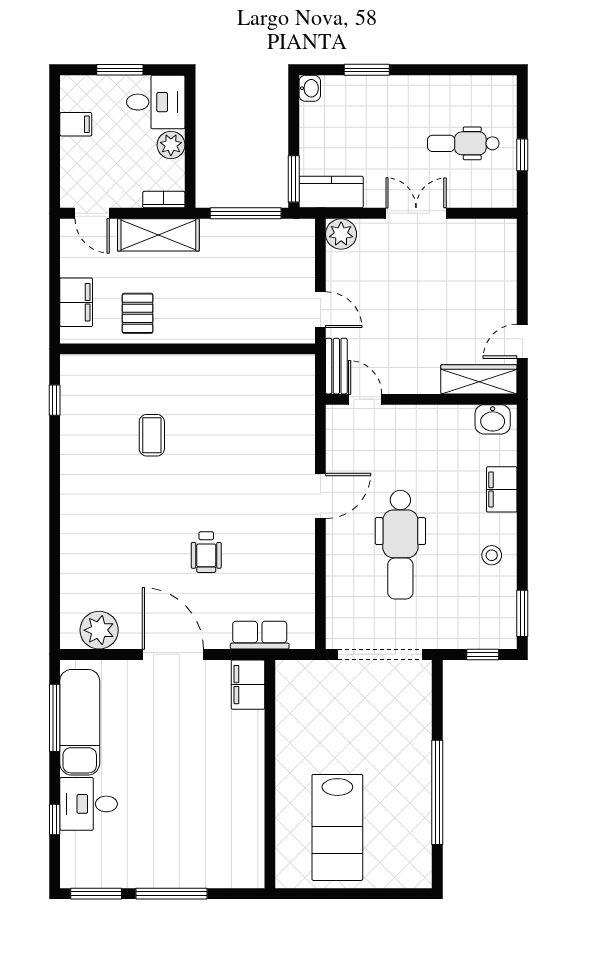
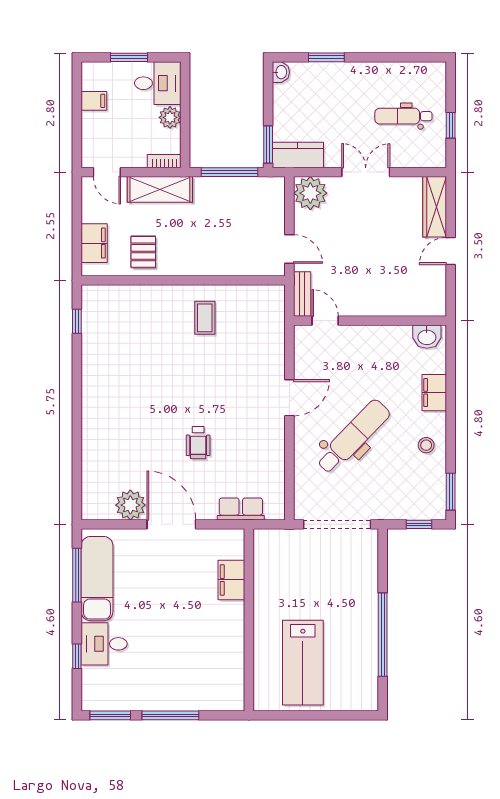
plant: (341, 234) -> (310, 193), width x1.36, depth x1.36
door: (522, 341) -> (451, 251), moved
wardrobe: (479, 379) -> (435, 207), moved, turned -90
coffee table: (152, 435) -> (205, 318), moved
dental chair: (400, 545) -> (353, 437), turned -136
plant: (99, 630) -> (130, 505), moved
filing cabinet: (248, 685) -> (231, 580), moved

